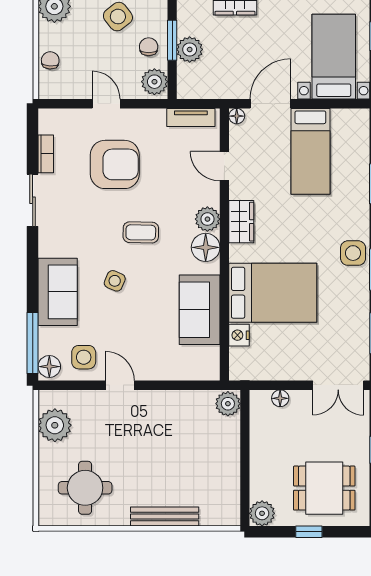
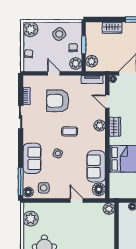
plant: (190, 49) -> (92, 61), moved
armchair: (115, 164) -> (58, 101), turned 180
floor lamp: (206, 247) -> (99, 189), moved
nightstand: (239, 335) -> (114, 178), removed
door: (120, 385) -> (77, 201), moved

